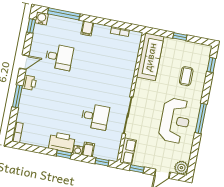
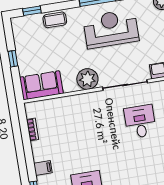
sofa: (150, 57) -> (41, 85), width x0.73
coffee table: (186, 76) -> (55, 20), moved
plant: (143, 88) -> (87, 79), added

